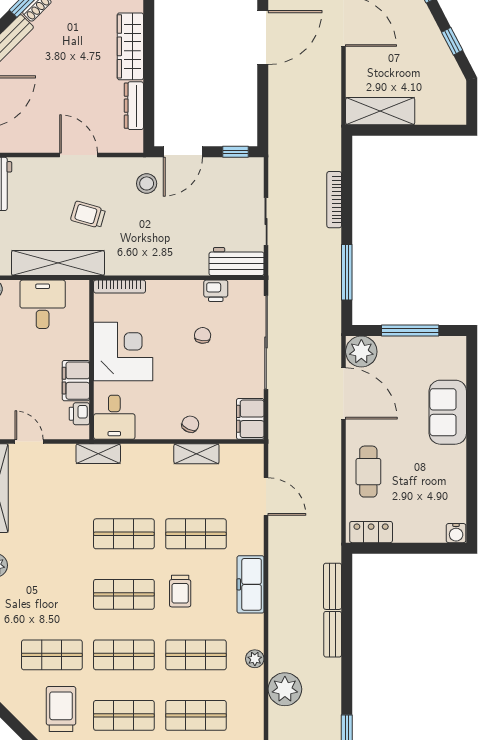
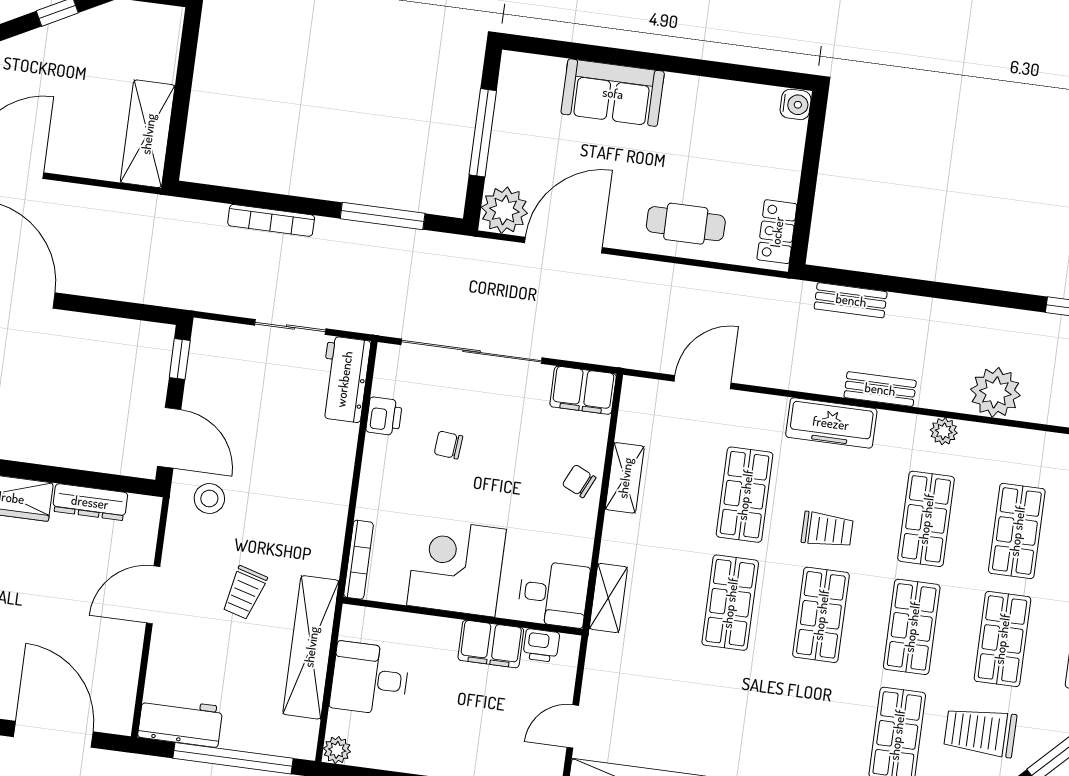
shelving: (98, 454) -> (608, 598), moved
bench: (333, 634) -> (880, 389), moved

